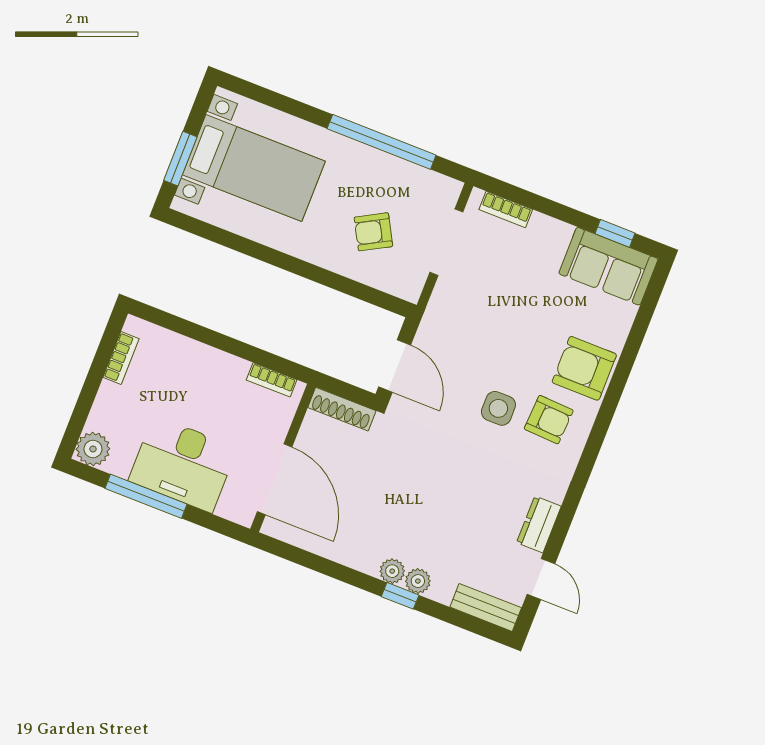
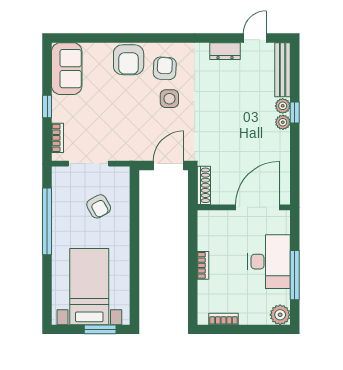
window: (615, 233) -> (47, 107), moved
bookcase: (272, 380) -> (203, 265), moved
bench: (486, 607) -> (283, 70), width x1.36

